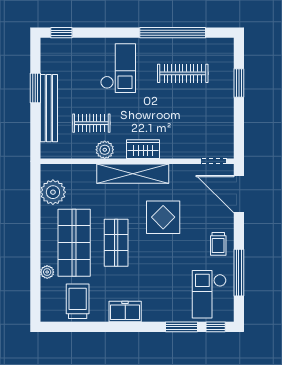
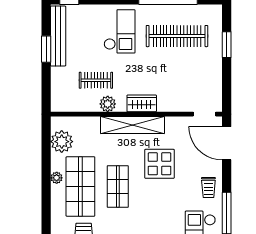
clothes rail: (183, 73) -> (177, 36), width x1.37, depth x1.31
bench: (49, 108) -> (58, 36), moved
plant: (47, 272) -> (57, 178), moved

